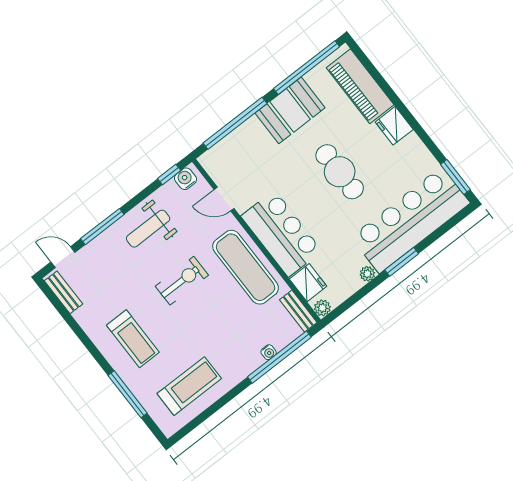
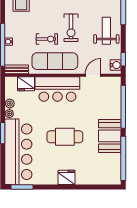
piano: (360, 86) -> (96, 176), removed
exercise bike: (224, 302) -> (47, 39), added
plant: (322, 308) -> (10, 104), moved

